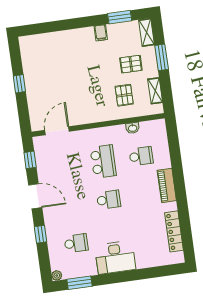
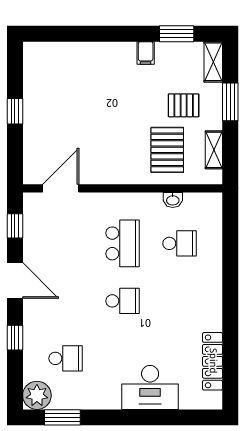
pallet: (124, 95) -> (167, 150), width x1.50, depth x1.42
piano: (167, 185) -> (211, 292), removed
desk: (115, 257) -> (150, 387), moved
plant: (57, 275) -> (37, 395), width x1.88, depth x1.88

